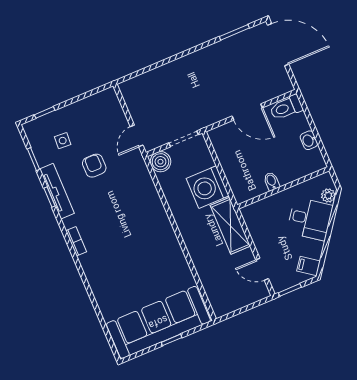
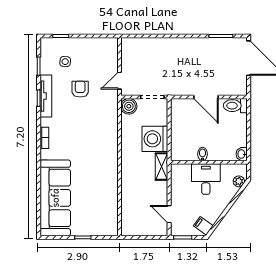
washbasin: (309, 140) -> (242, 154), moved
desk: (310, 219) -> (206, 179), moved, turned -126
shelving: (230, 226) -> (162, 167), width x0.67, depth x0.75
sofa: (158, 322) -> (55, 198), moved, turned 90

